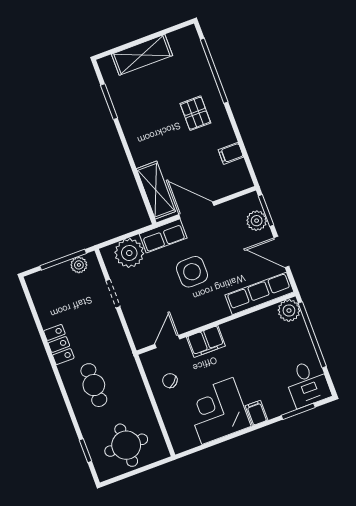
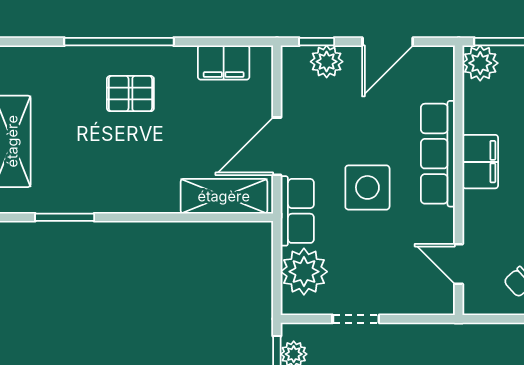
window: (214, 71) -> (119, 42), moved
filing cabinet: (231, 153) -> (224, 63), width x2.00
window: (266, 210) -> (317, 42), width x0.67
row of seats: (259, 293) -> (438, 154), moved
filing cabinet: (206, 341) -> (480, 162), moved

